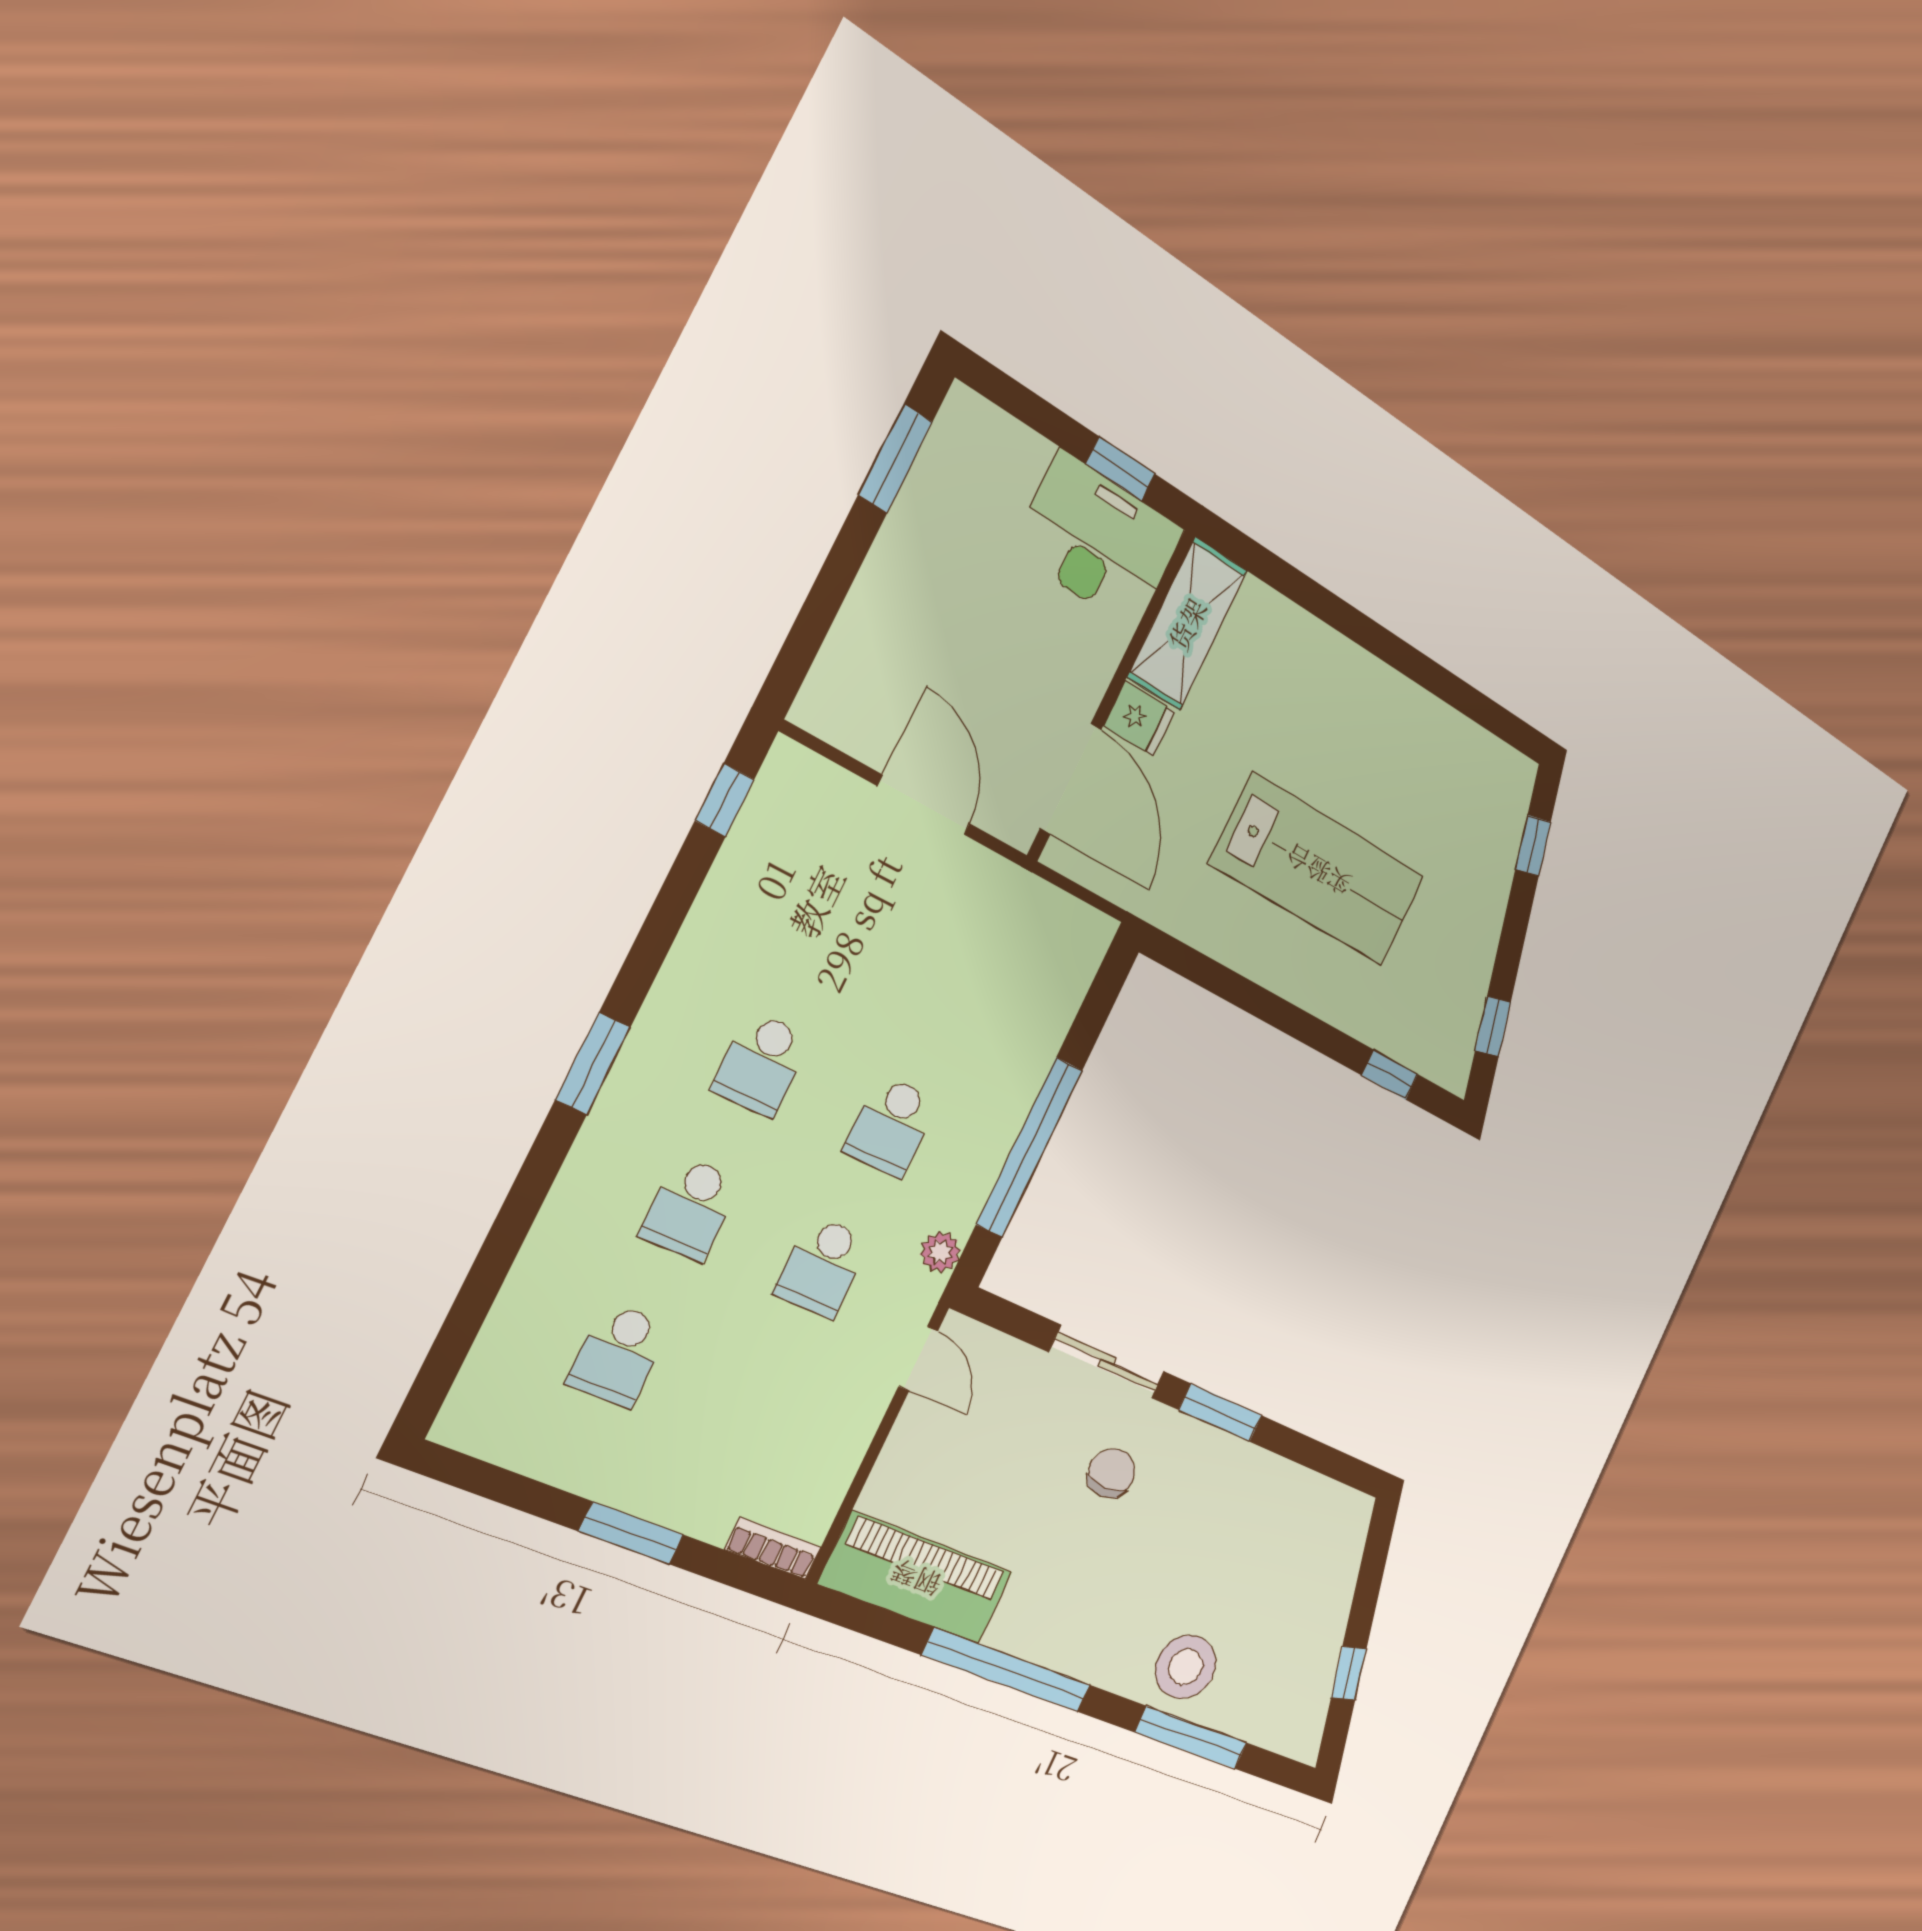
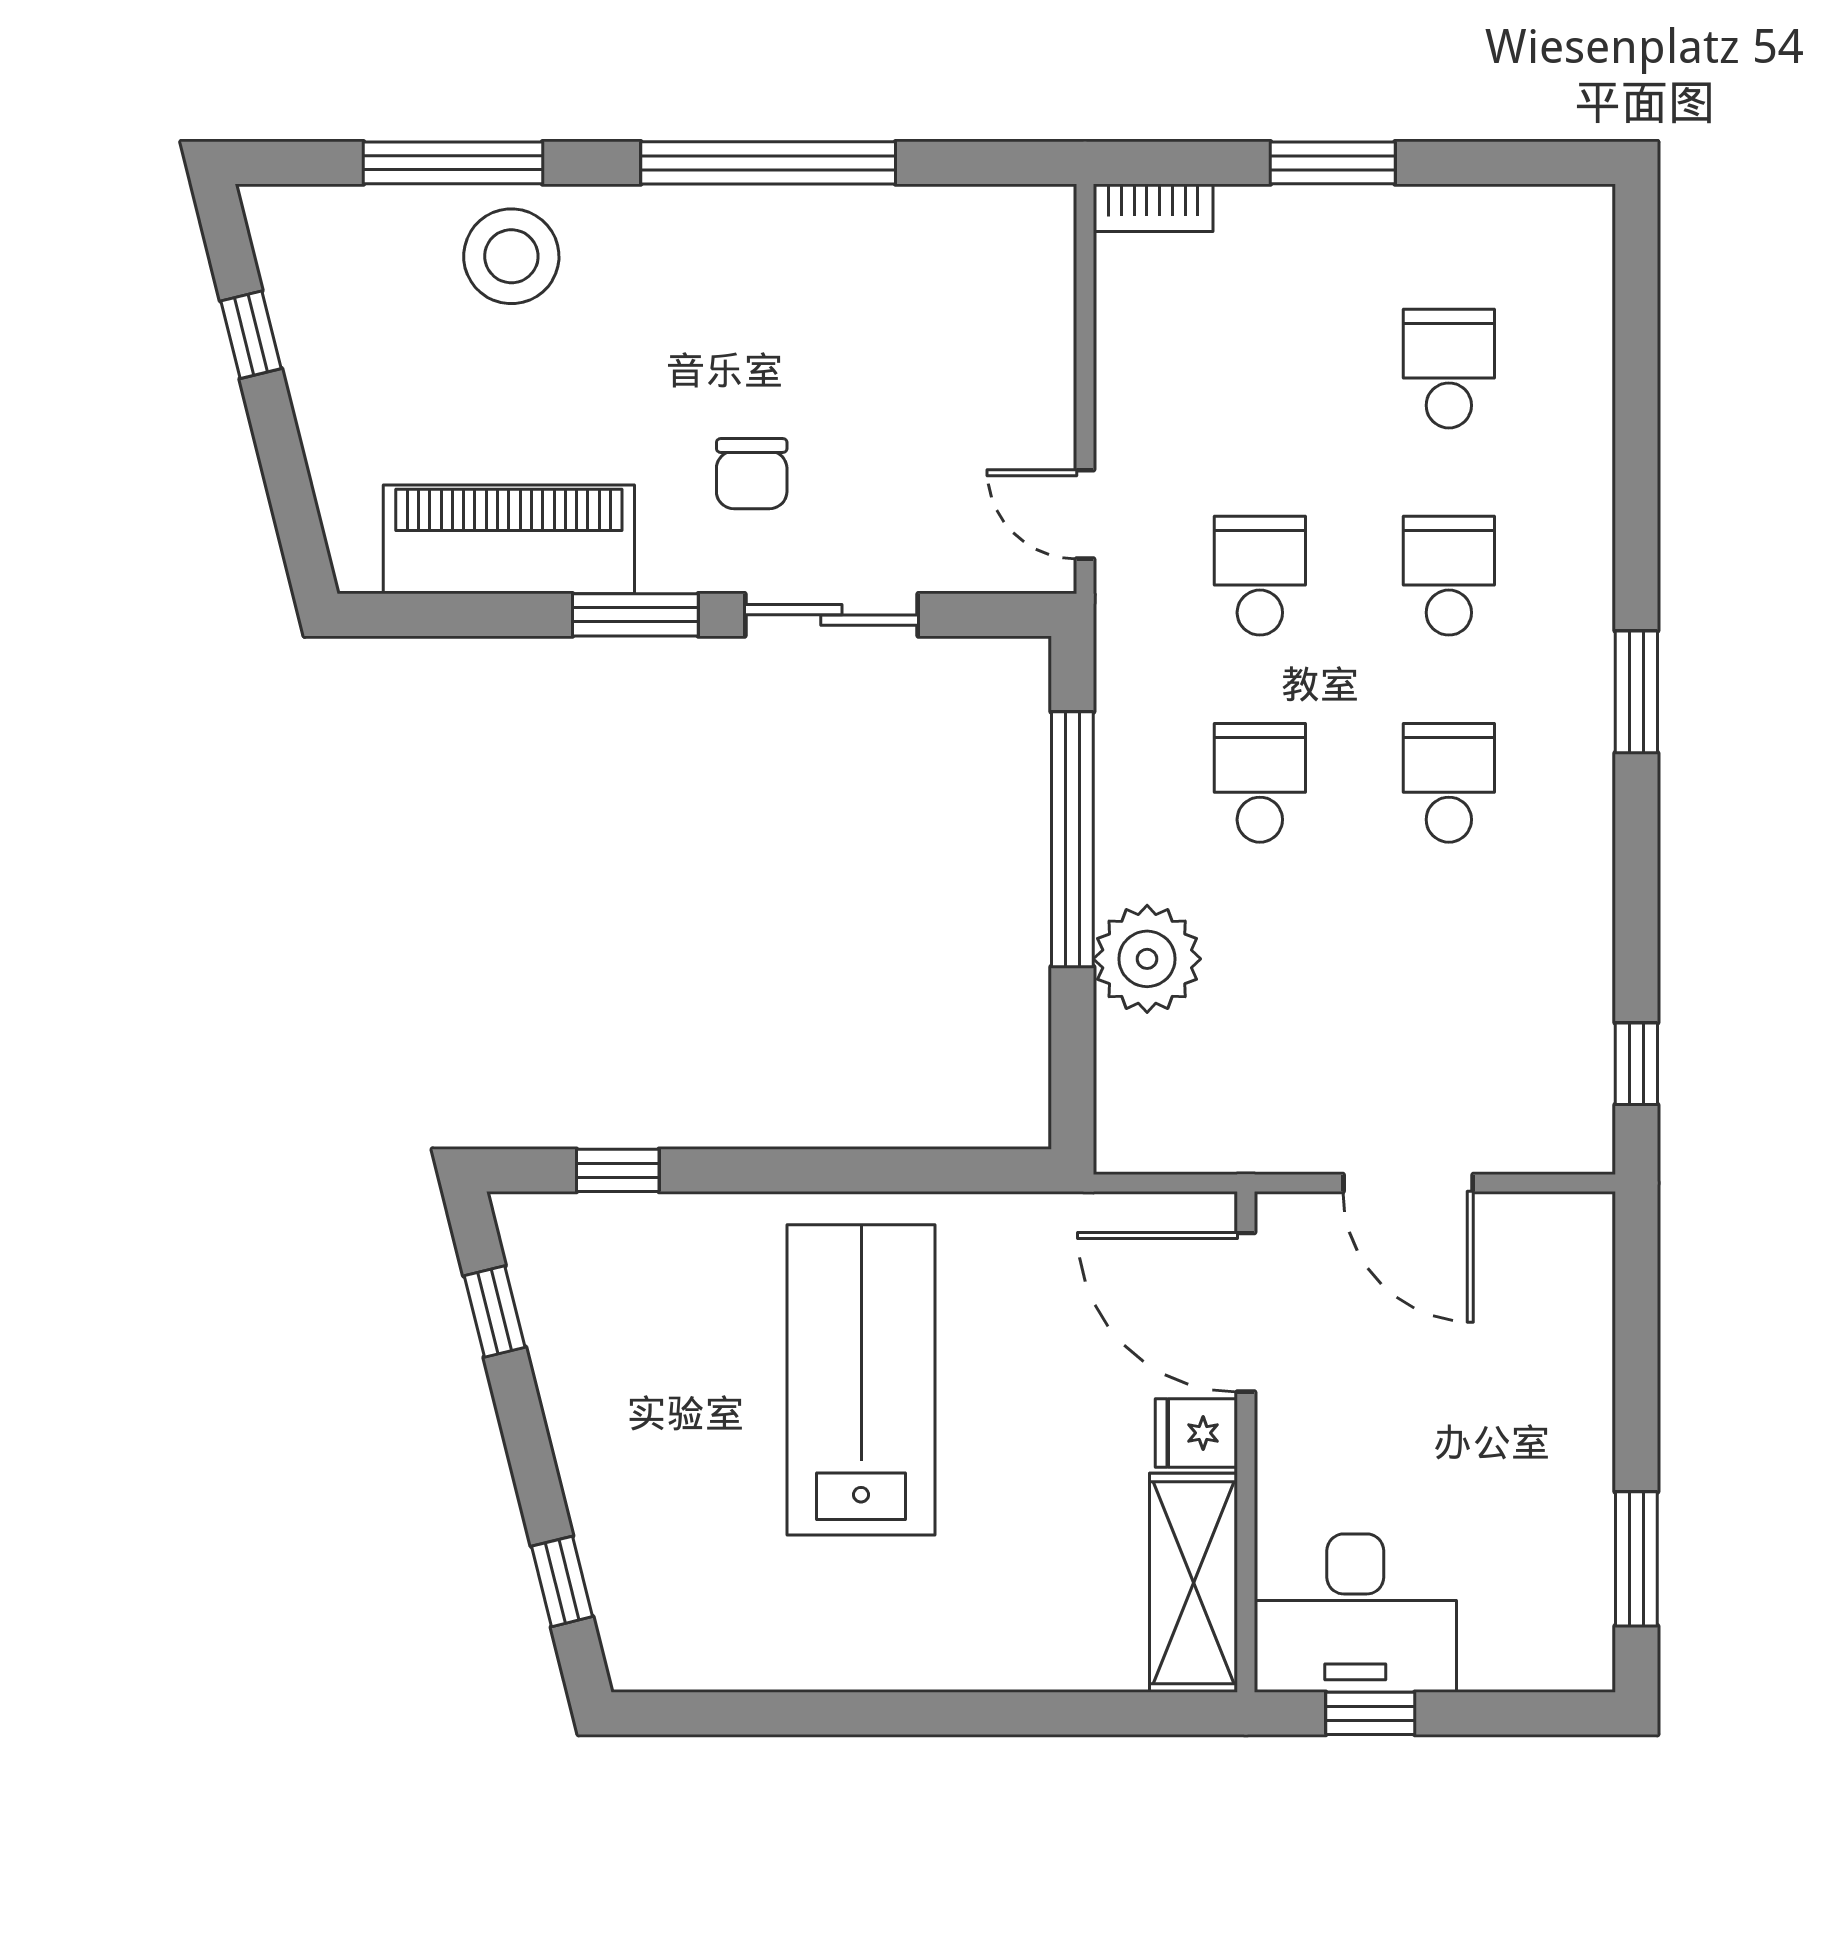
lab bench: (1318, 870) -> (861, 1380), turned 90
plant: (940, 1252) -> (1147, 959), moved, width x1.88, depth x1.88
piano: (916, 1578) -> (509, 539), moved, turned 180

